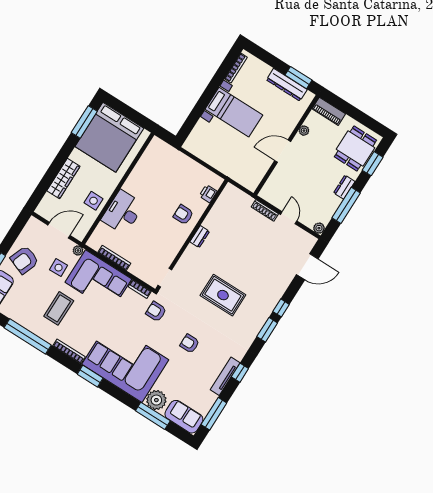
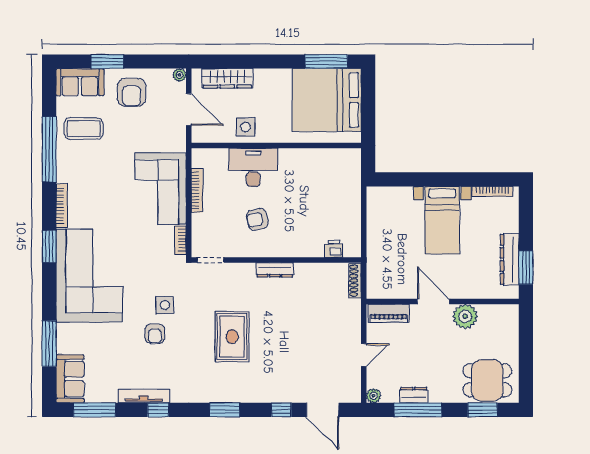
piano: (329, 111) -> (389, 313), moved, turned -90
plant: (304, 131) -> (465, 316), width x1.87, depth x1.87
wardrobe: (63, 179) -> (227, 78), moved
dresser: (344, 187) -> (414, 395), moved
shoe rack: (265, 210) -> (355, 281), moved
armchair: (183, 215) -> (257, 219), moved, turned -102
dresser: (200, 237) -> (275, 270), width x1.44
plant: (78, 250) -> (180, 75), moved
armchair: (25, 260) -> (132, 92), turned -111
side table: (59, 268) -> (165, 305), moved
coffee table: (59, 308) -> (84, 129), moved
window: (281, 308) -> (281, 410), moved
armchair: (156, 312) -> (167, 274), removed
armchair: (190, 344) -> (155, 334), turned 180
plant: (156, 400) -> (69, 337), removed

